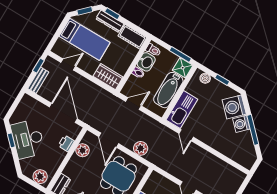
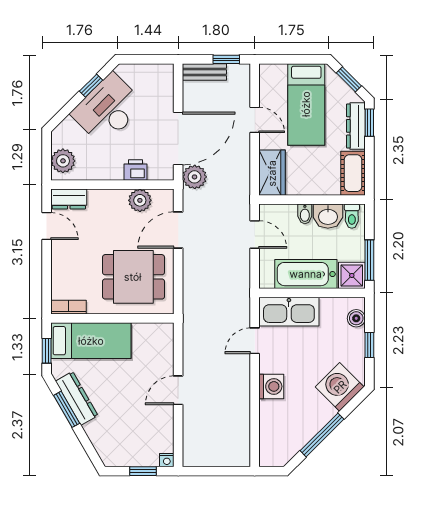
door: (68, 64) -> (255, 120), moved
washing machine: (241, 124) -> (271, 386), moved, turned 135
plant: (141, 148) -> (195, 177), moved

